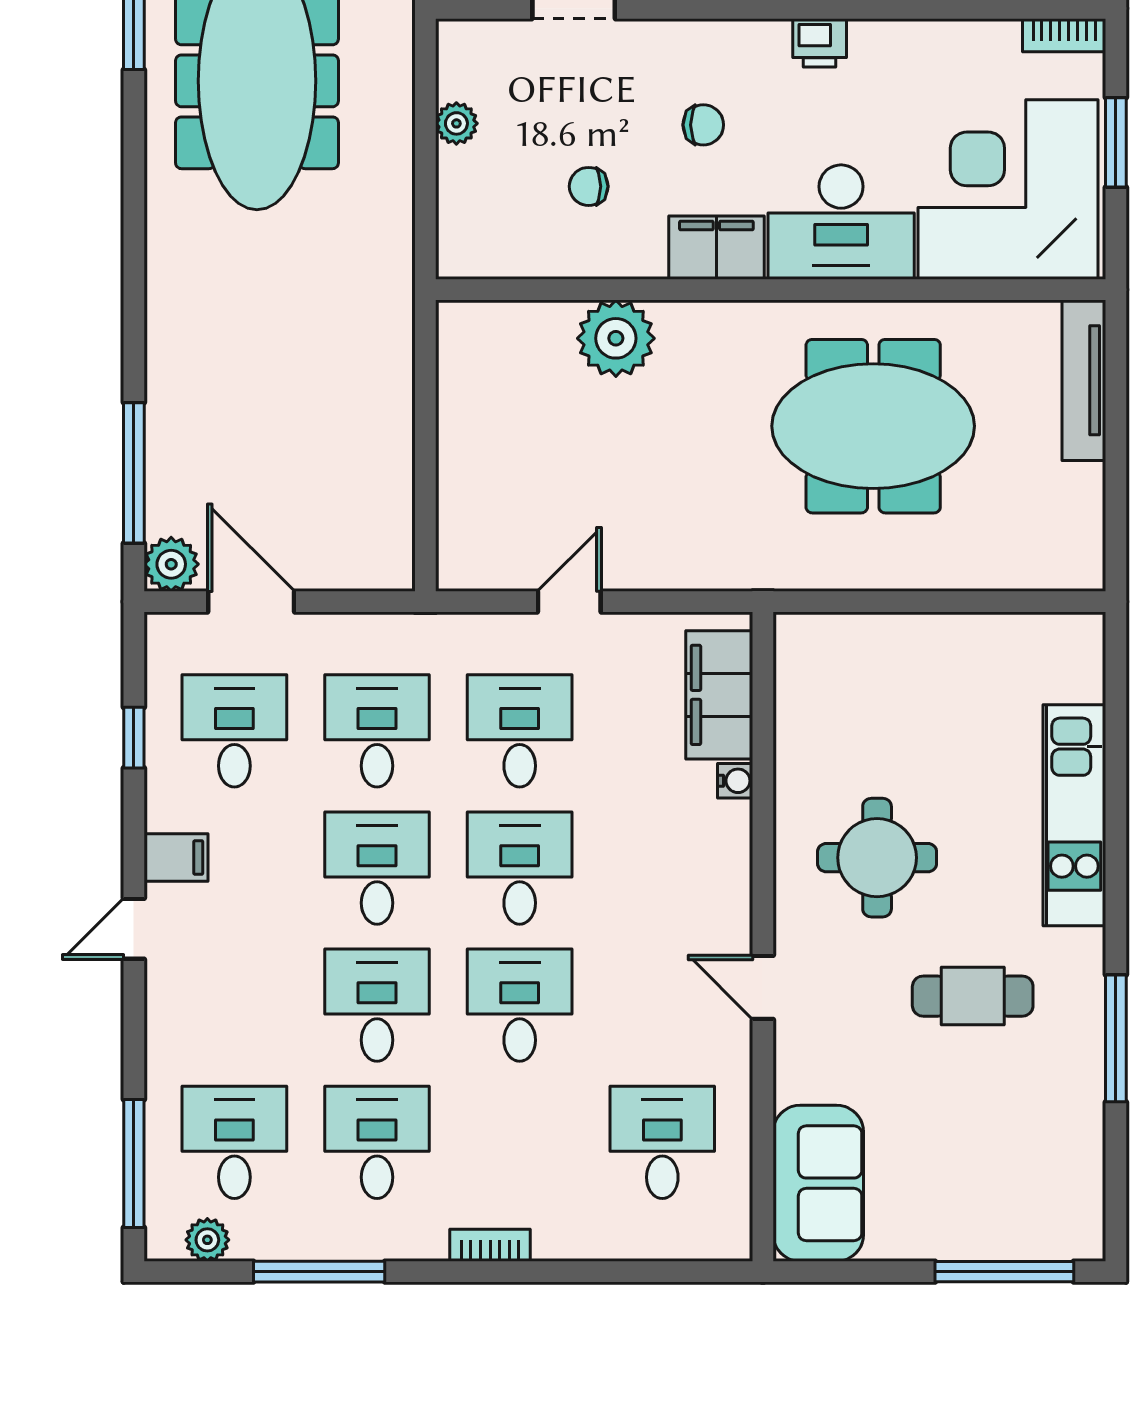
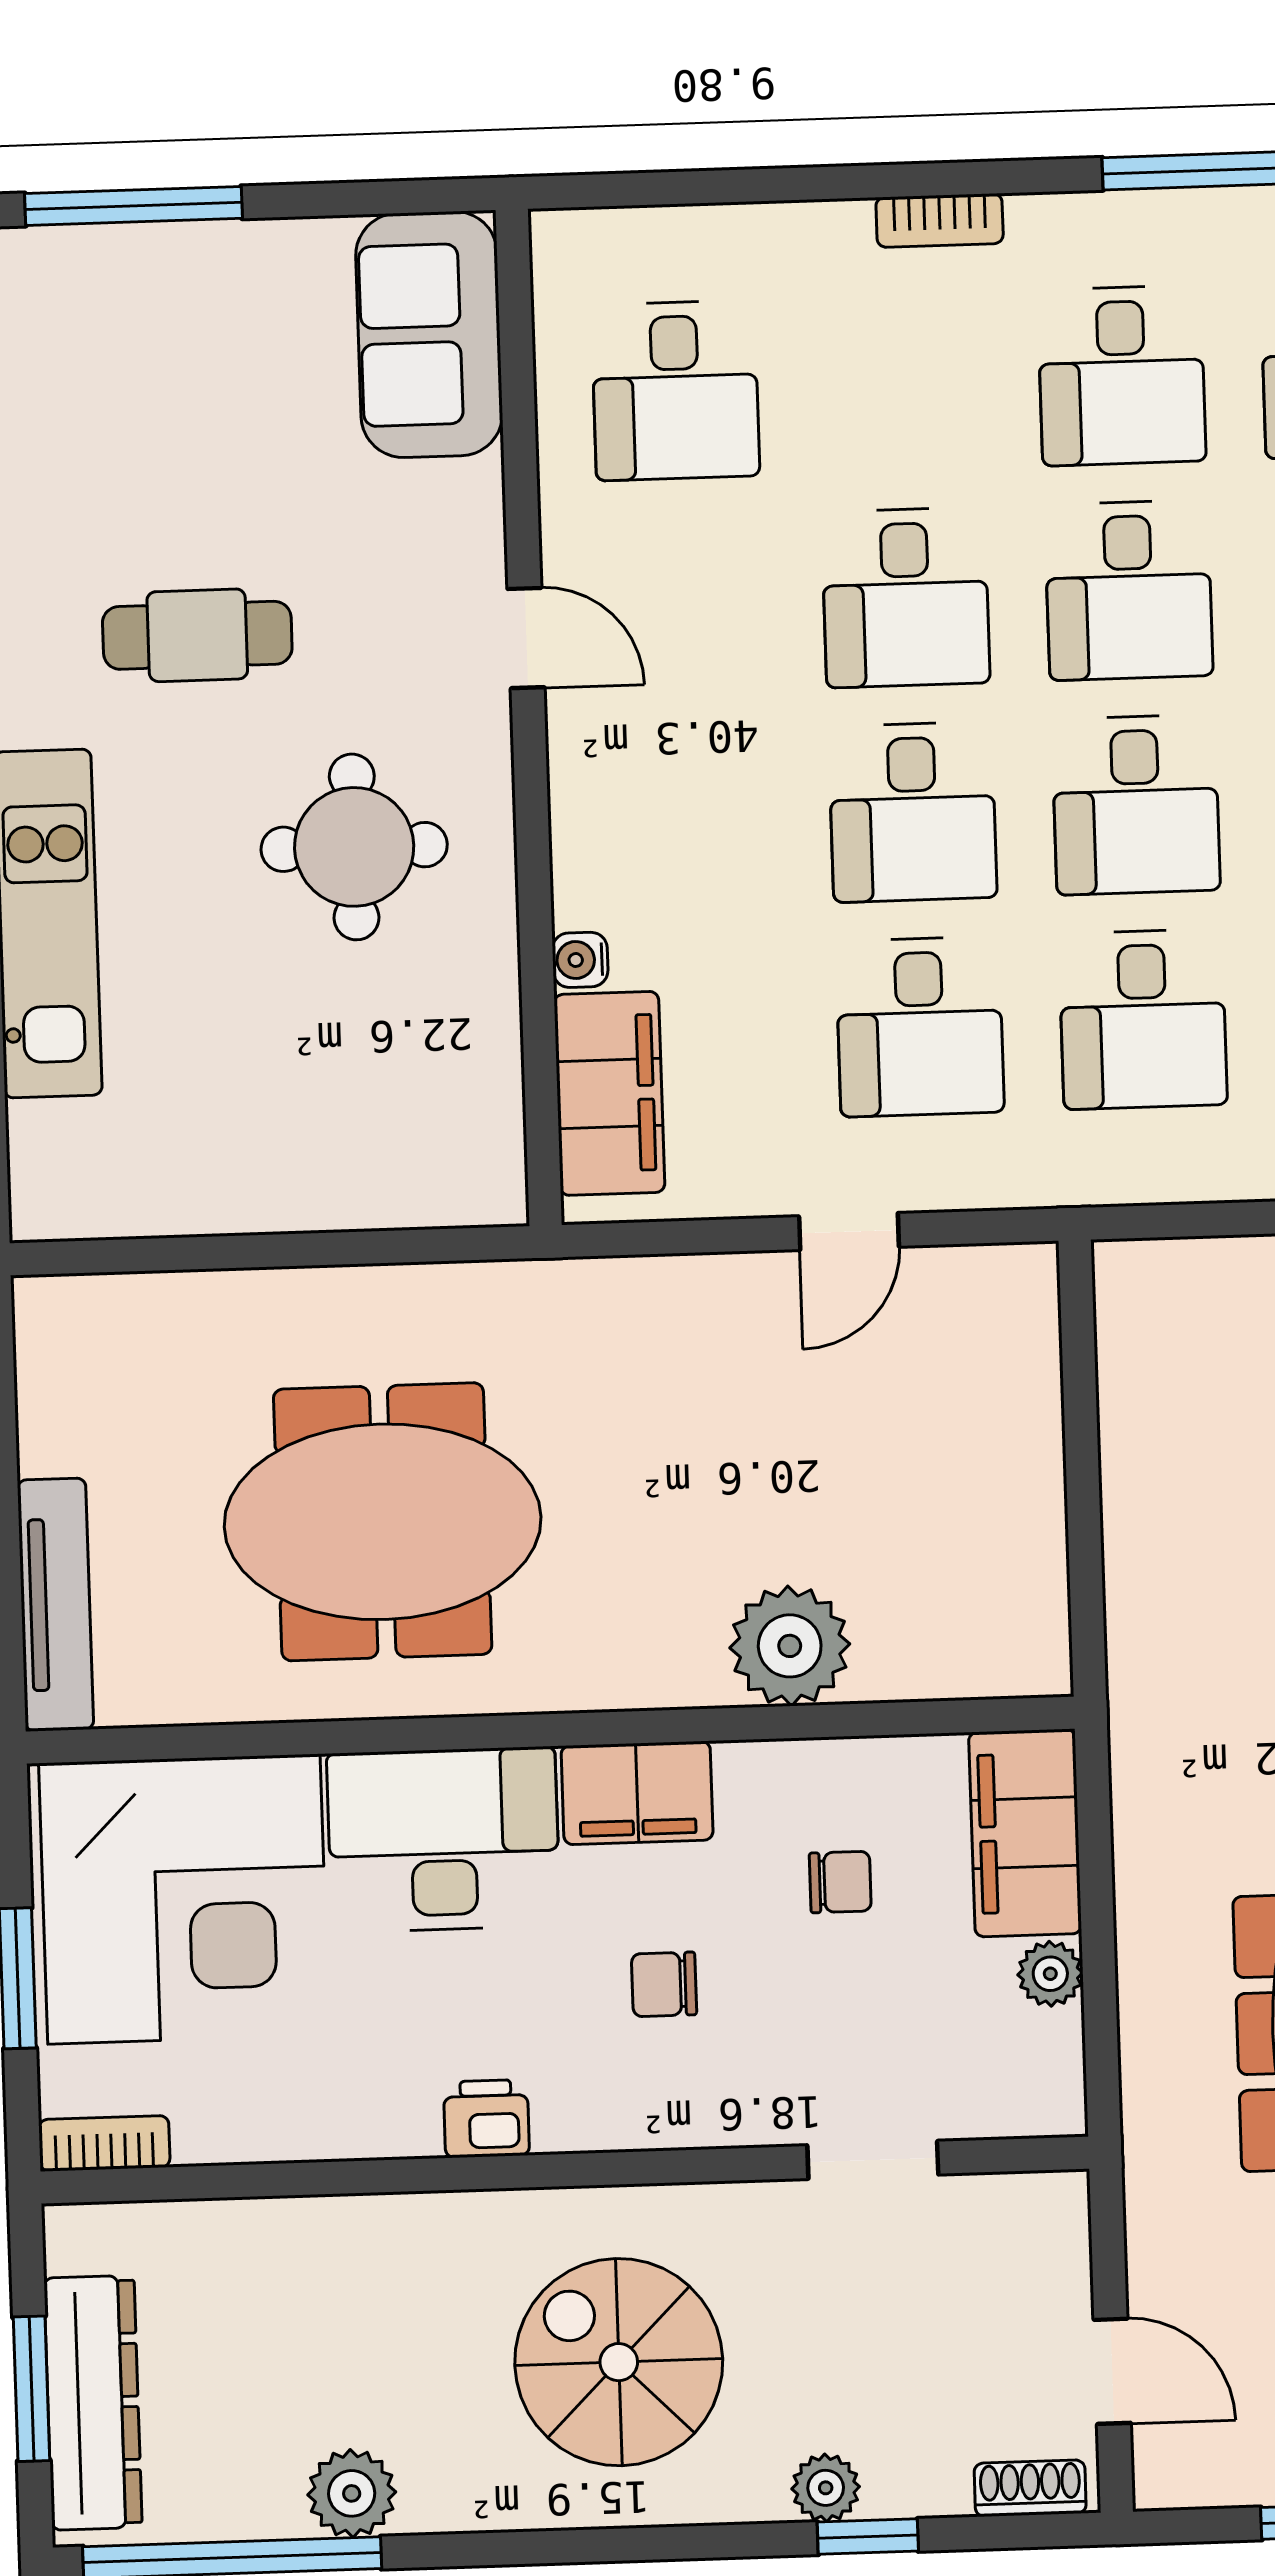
filing cabinet: (470, 214) -> (1025, 1833), added

